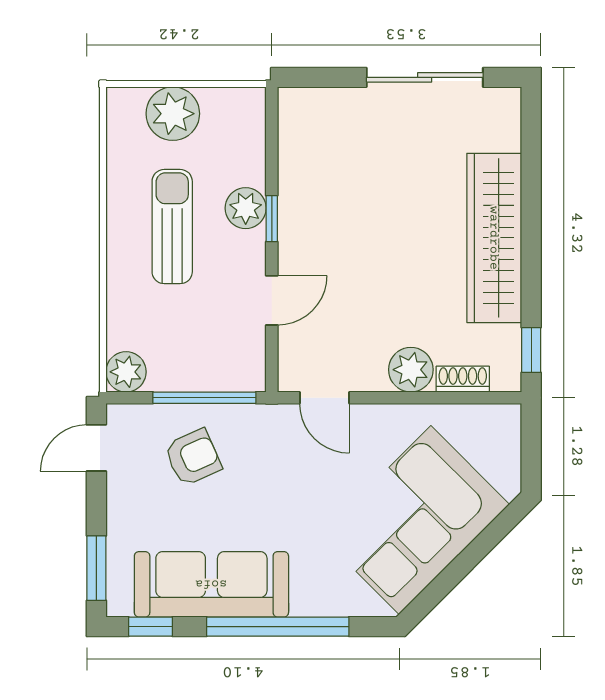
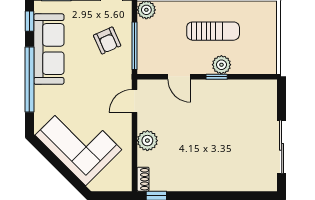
plant: (173, 114) -> (265, 31), removed
wardrobe: (494, 238) -> (208, 179), removed
shoe rack: (463, 379) -> (143, 179), moved

